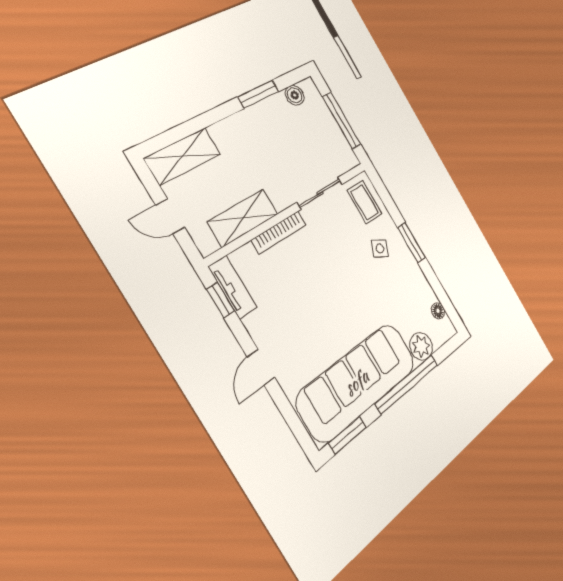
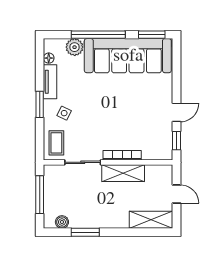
shelving: (243, 218) -> (123, 173), moved
tv unit: (233, 287) -> (50, 82), moved, turned 180
door: (261, 367) -> (176, 112), moved

